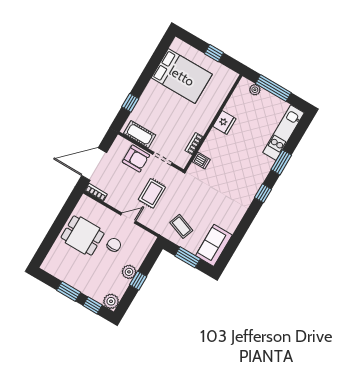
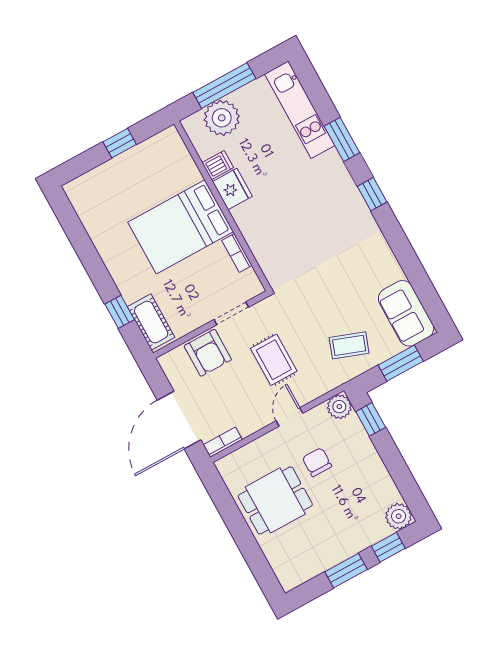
bed: (182, 76) -> (181, 227), moved, turned 180
plant: (255, 90) -> (222, 118), width x1.88, depth x1.88
cot: (140, 134) -> (151, 322), moved, turned 90
armchair: (136, 159) -> (208, 353), turned 90
dishwasher: (201, 160) -> (218, 165), moved
plant: (129, 272) -> (339, 407), moved
window: (138, 281) -> (371, 419), moved

